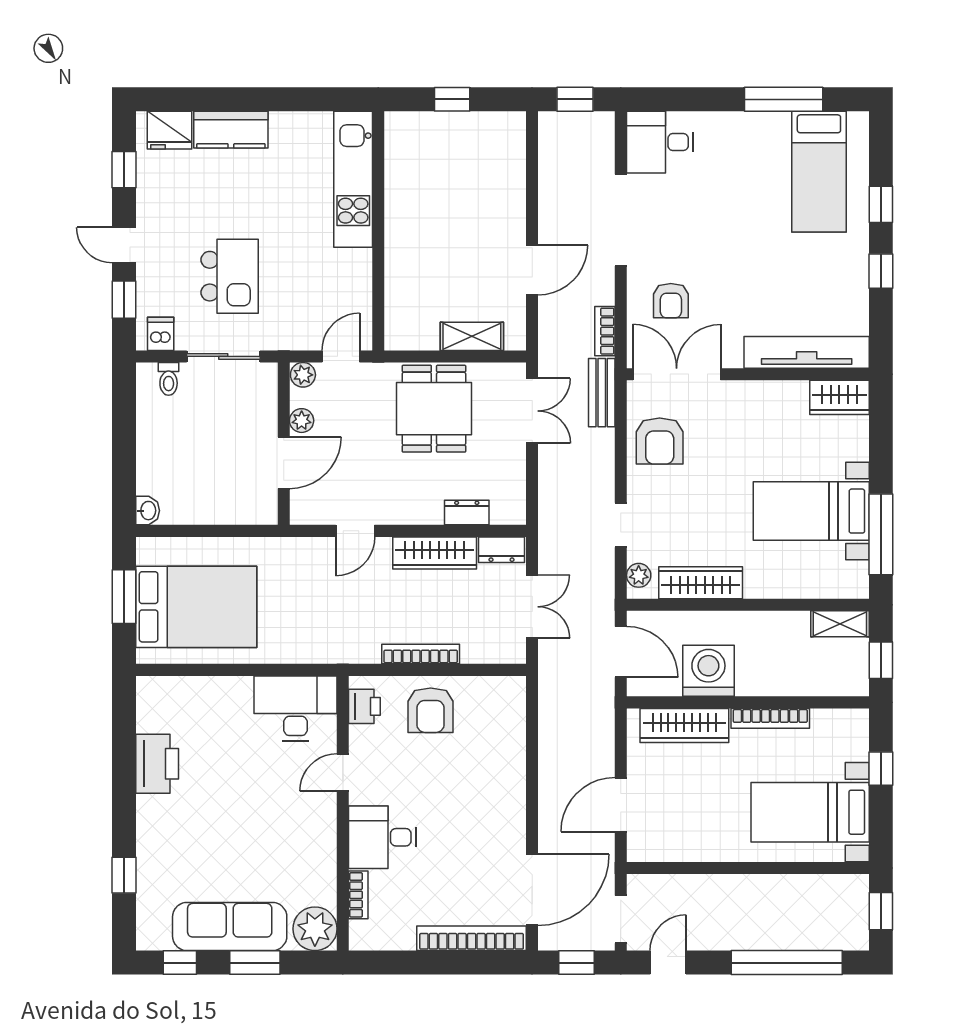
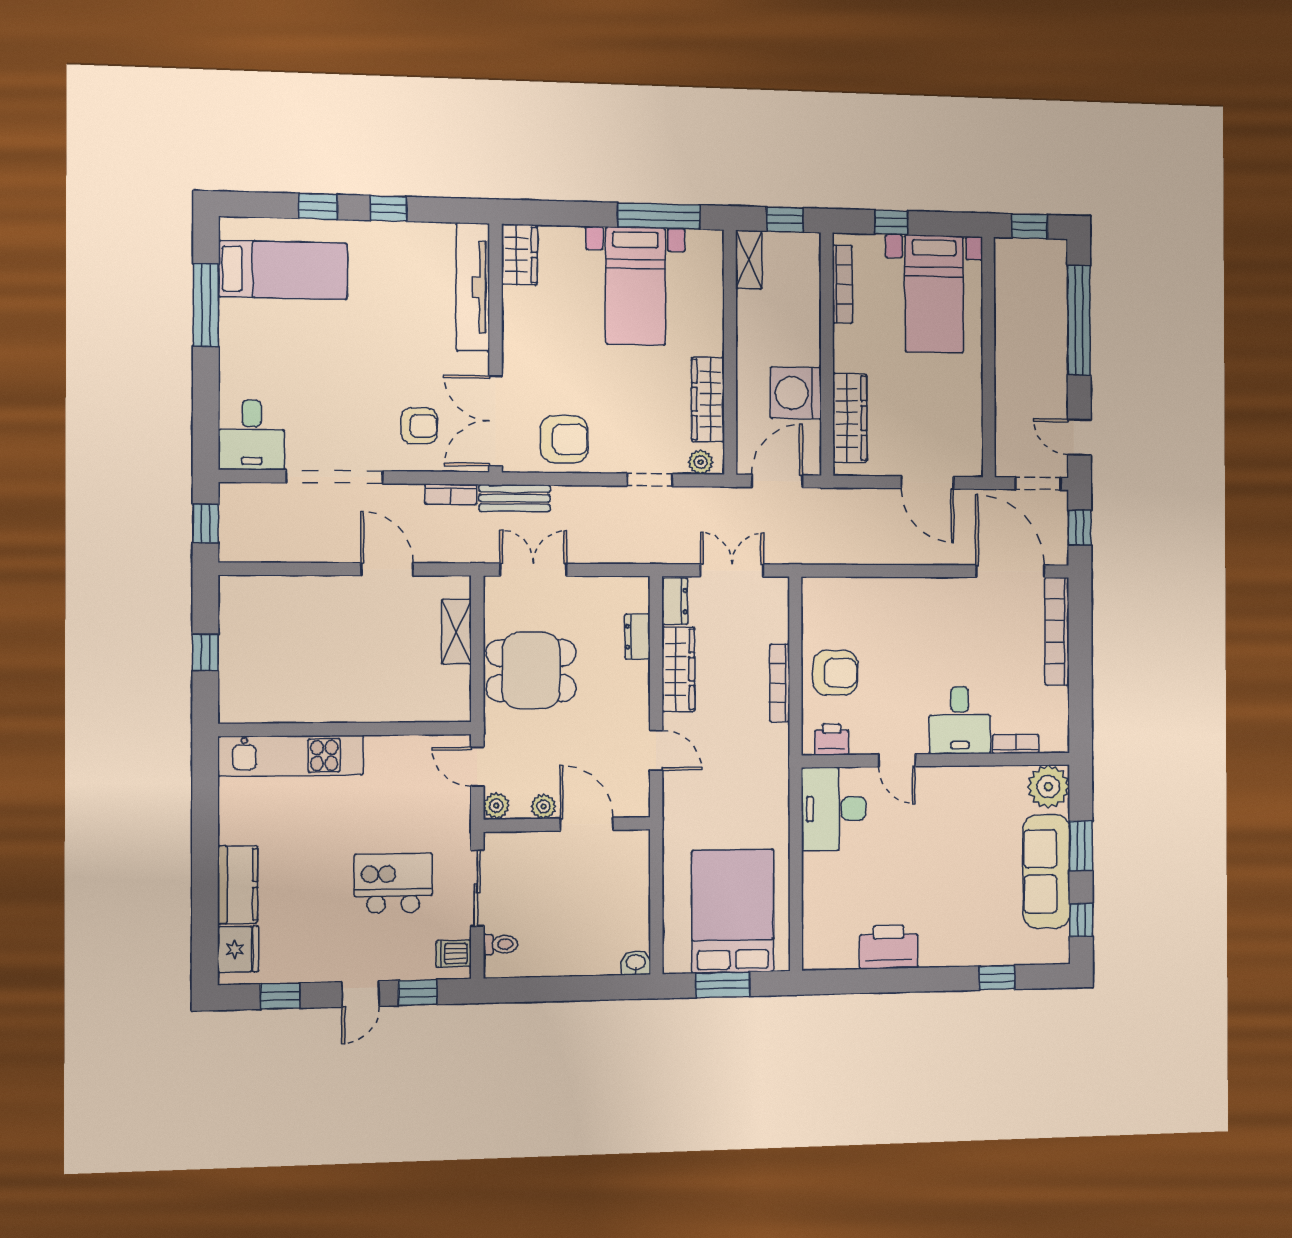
bookcase: (770, 718) -> (842, 284), moved

